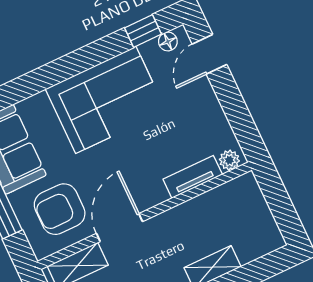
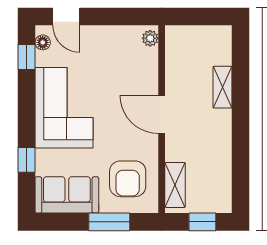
window: (27, 85) -> (27, 160), added
tv unit: (193, 177) -> (150, 71), removed
door: (120, 228) -> (162, 114), moved

